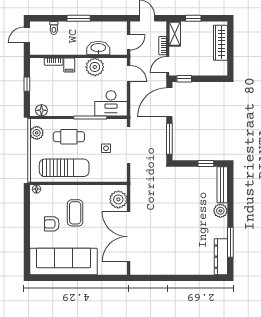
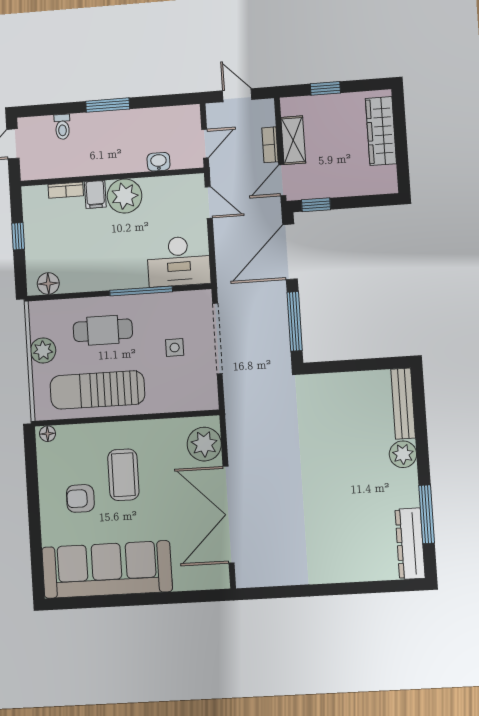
shelving: (175, 34) -> (293, 140), moved
washbasin: (98, 48) -> (159, 162), width x0.52, depth x0.69
plant: (95, 67) -> (125, 196), moved
plant: (37, 133) -> (43, 350), moved
window: (206, 164) -> (368, 365), removed
sun lounger: (64, 168) -> (97, 390), turned 180

